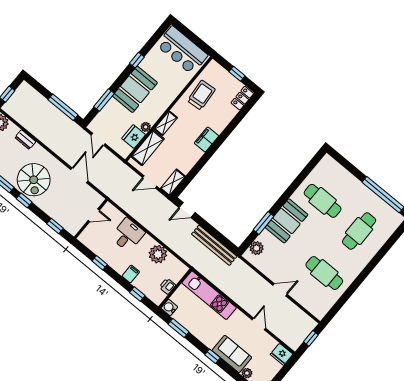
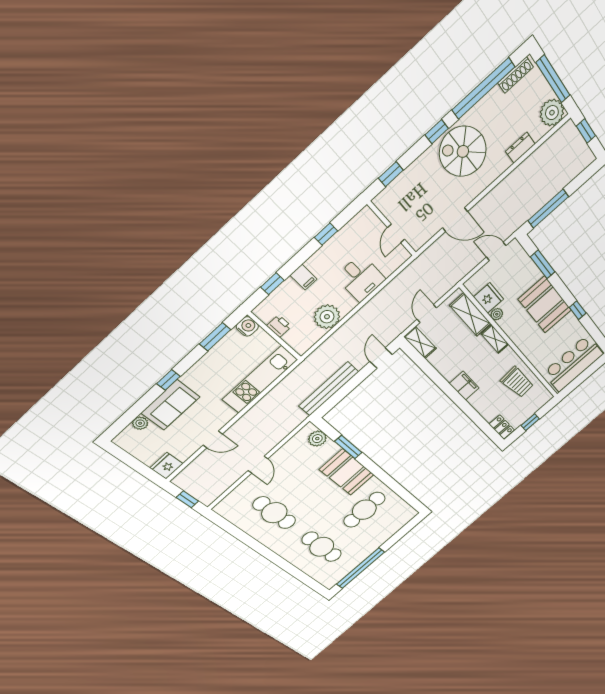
cafe table: (324, 273) -> (274, 513), turned 90

